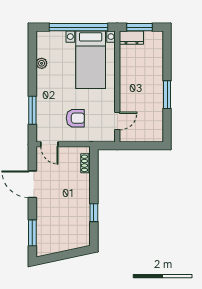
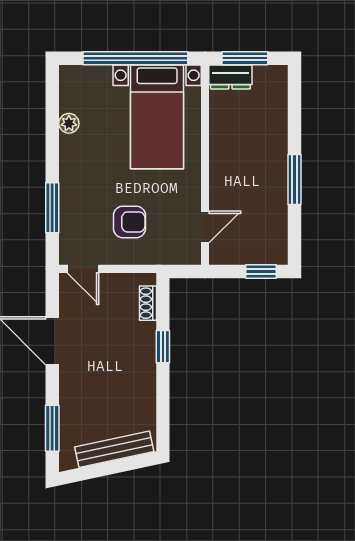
window: (148, 146) -> (261, 272), added
window: (94, 213) -> (163, 347), moved
bench: (67, 245) -> (114, 449), added

